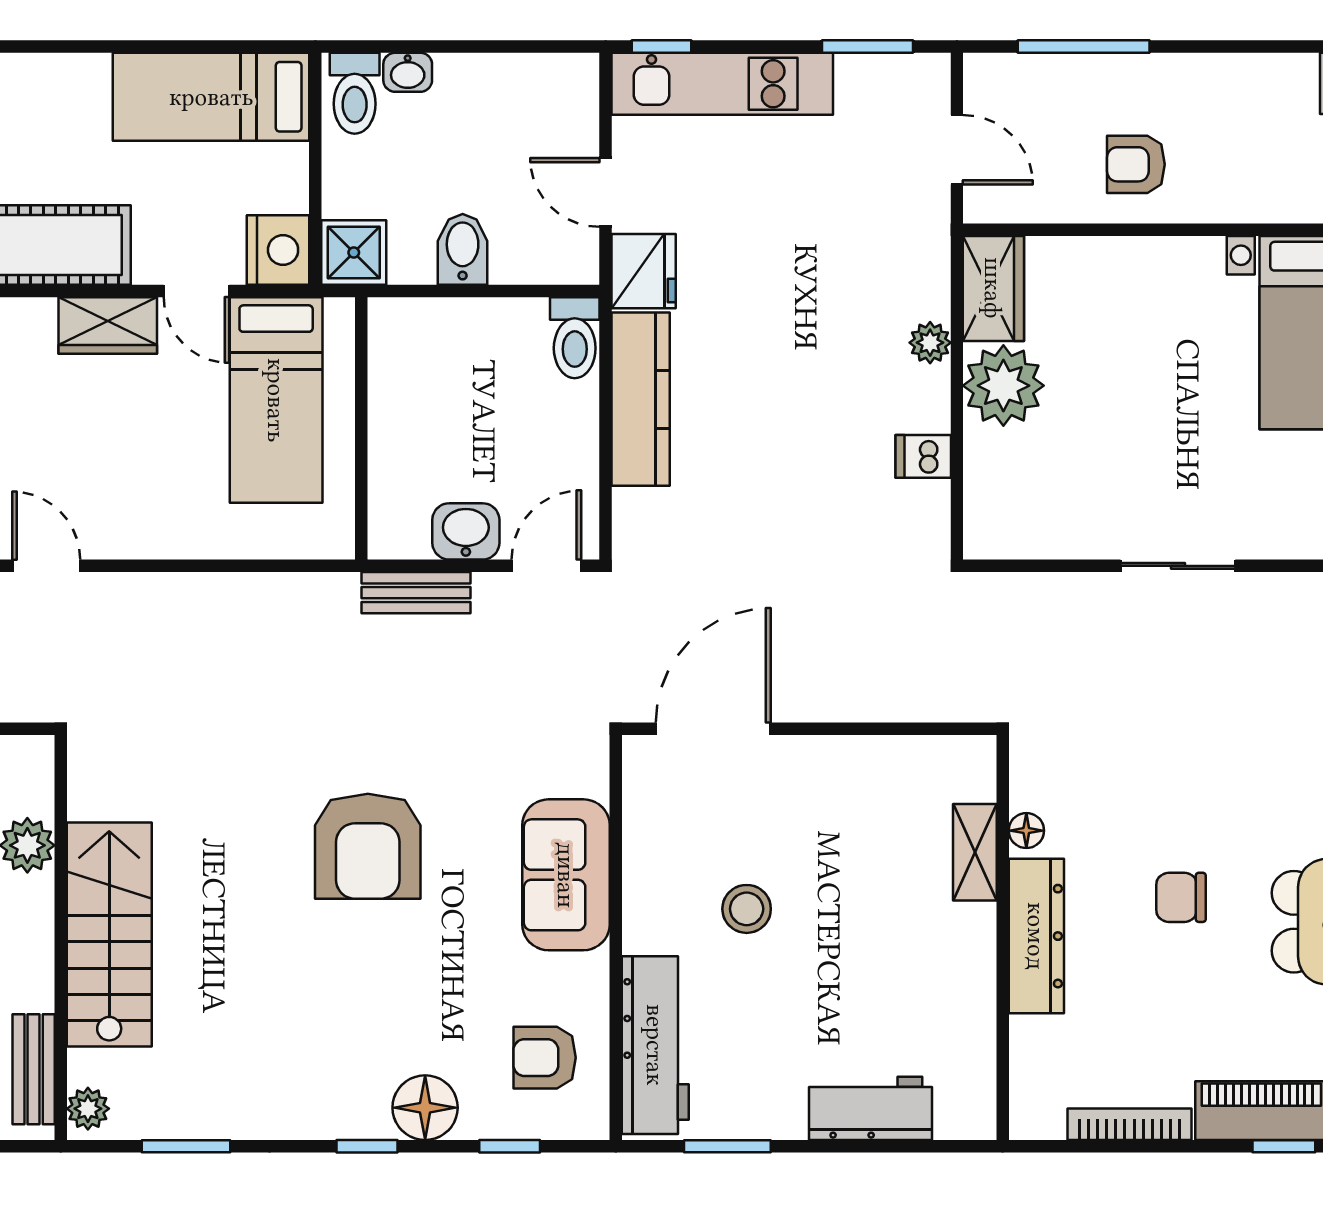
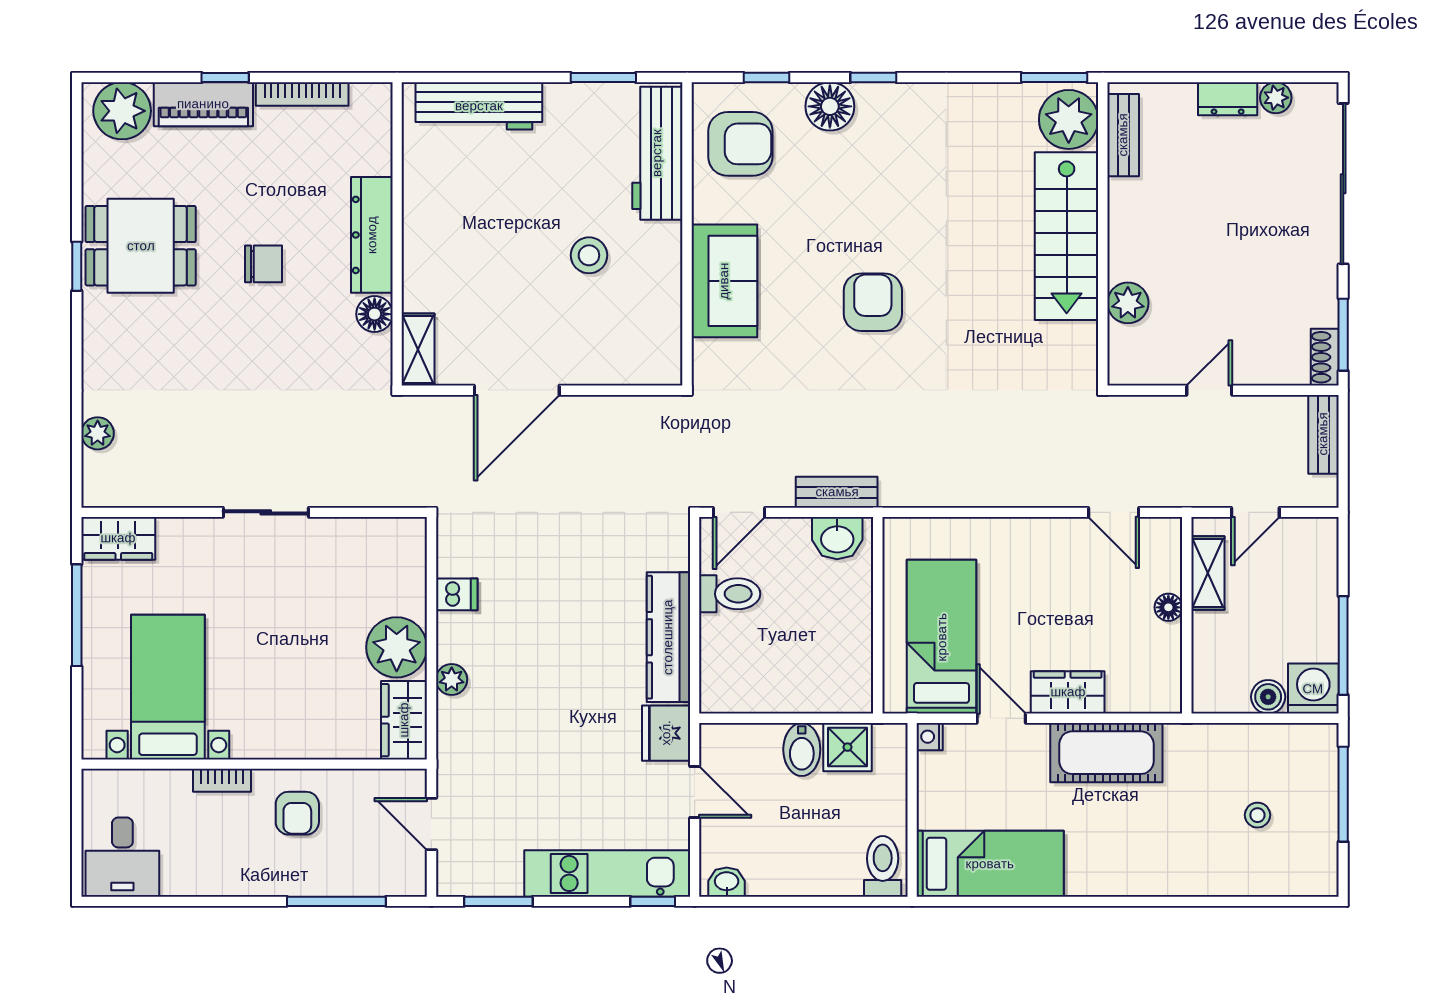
washbasin: (408, 72) -> (727, 882), moved
armchair: (1136, 164) -> (297, 813), turned 90
bookcase: (1236, 208) -> (222, 780), added
nightstand: (278, 250) -> (930, 737), width x0.53, depth x0.56
shower: (354, 252) -> (847, 747), moved
toilet: (575, 338) -> (730, 594), moved, turned 90
washbasin: (466, 531) -> (837, 538), moved
door: (713, 729) -> (517, 390), moved
floor lamp: (1026, 831) -> (375, 314), width x1.37, depth x1.37
armchair: (368, 846) -> (873, 302), width x0.73, depth x0.73
shelving: (975, 852) -> (418, 349), moved
armchair: (545, 1058) -> (740, 144), width x1.38, depth x1.38
workbench: (871, 1108) -> (479, 106), width x1.38
plant: (88, 1109) -> (1069, 119), width x1.87, depth x1.87
window: (186, 1146) -> (1054, 77), moved
window: (1284, 1146) -> (225, 77), moved

